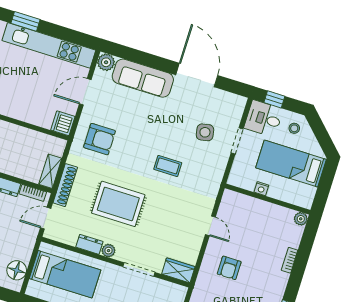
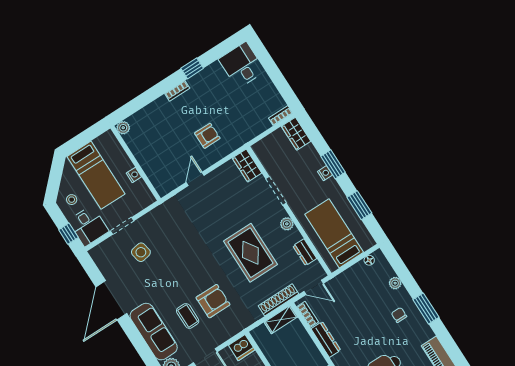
armchair: (100, 139) -> (213, 301), moved, turned 90
coffee table: (168, 166) -> (188, 316), moved
dresser: (89, 244) -> (305, 252), moved
bookcase: (290, 260) -> (177, 91), moved
floor lamp: (17, 270) -> (369, 260), width x0.53, depth x0.53

